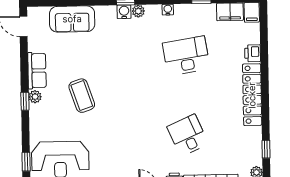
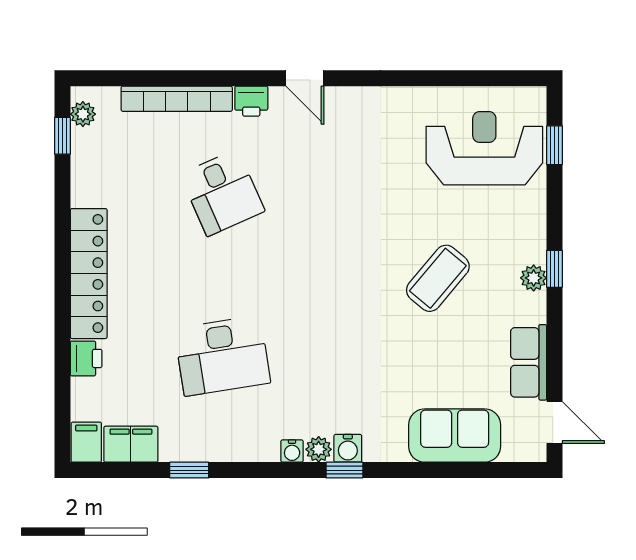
water cooler: (168, 10) -> (292, 451), moved
row of seats: (37, 71) -> (529, 362), moved
coffee table: (82, 96) -> (438, 278), turned 59
window: (266, 149) -> (62, 136), moved

